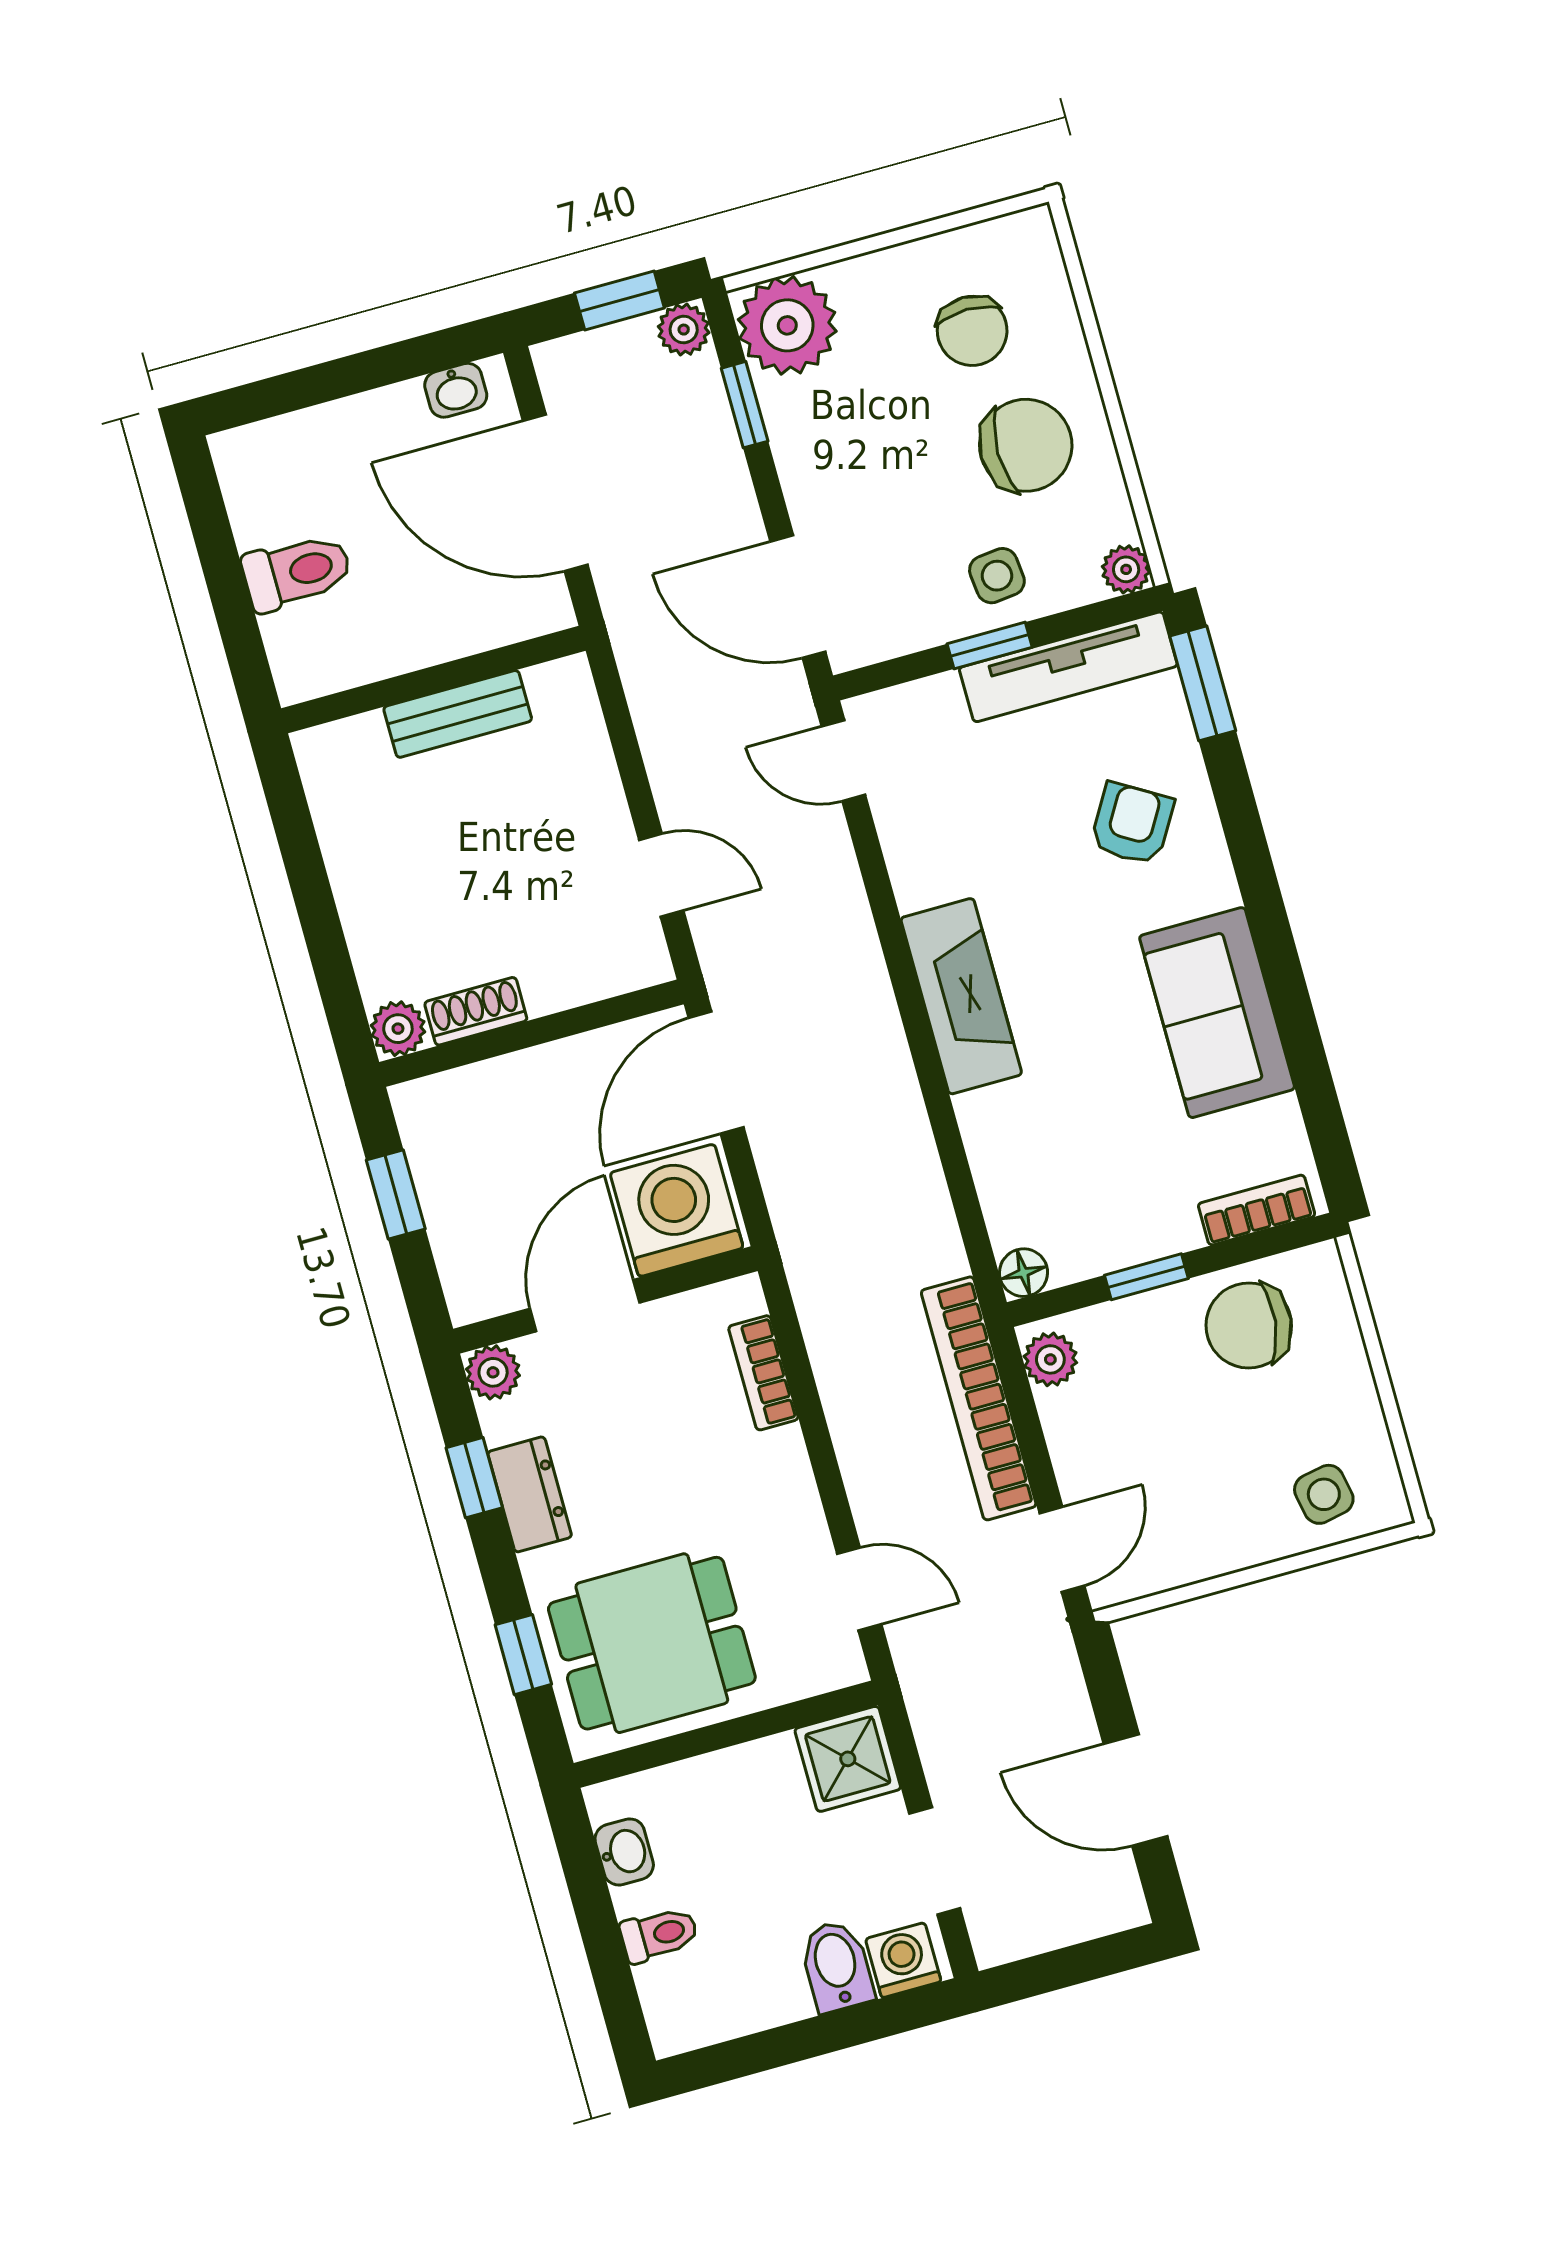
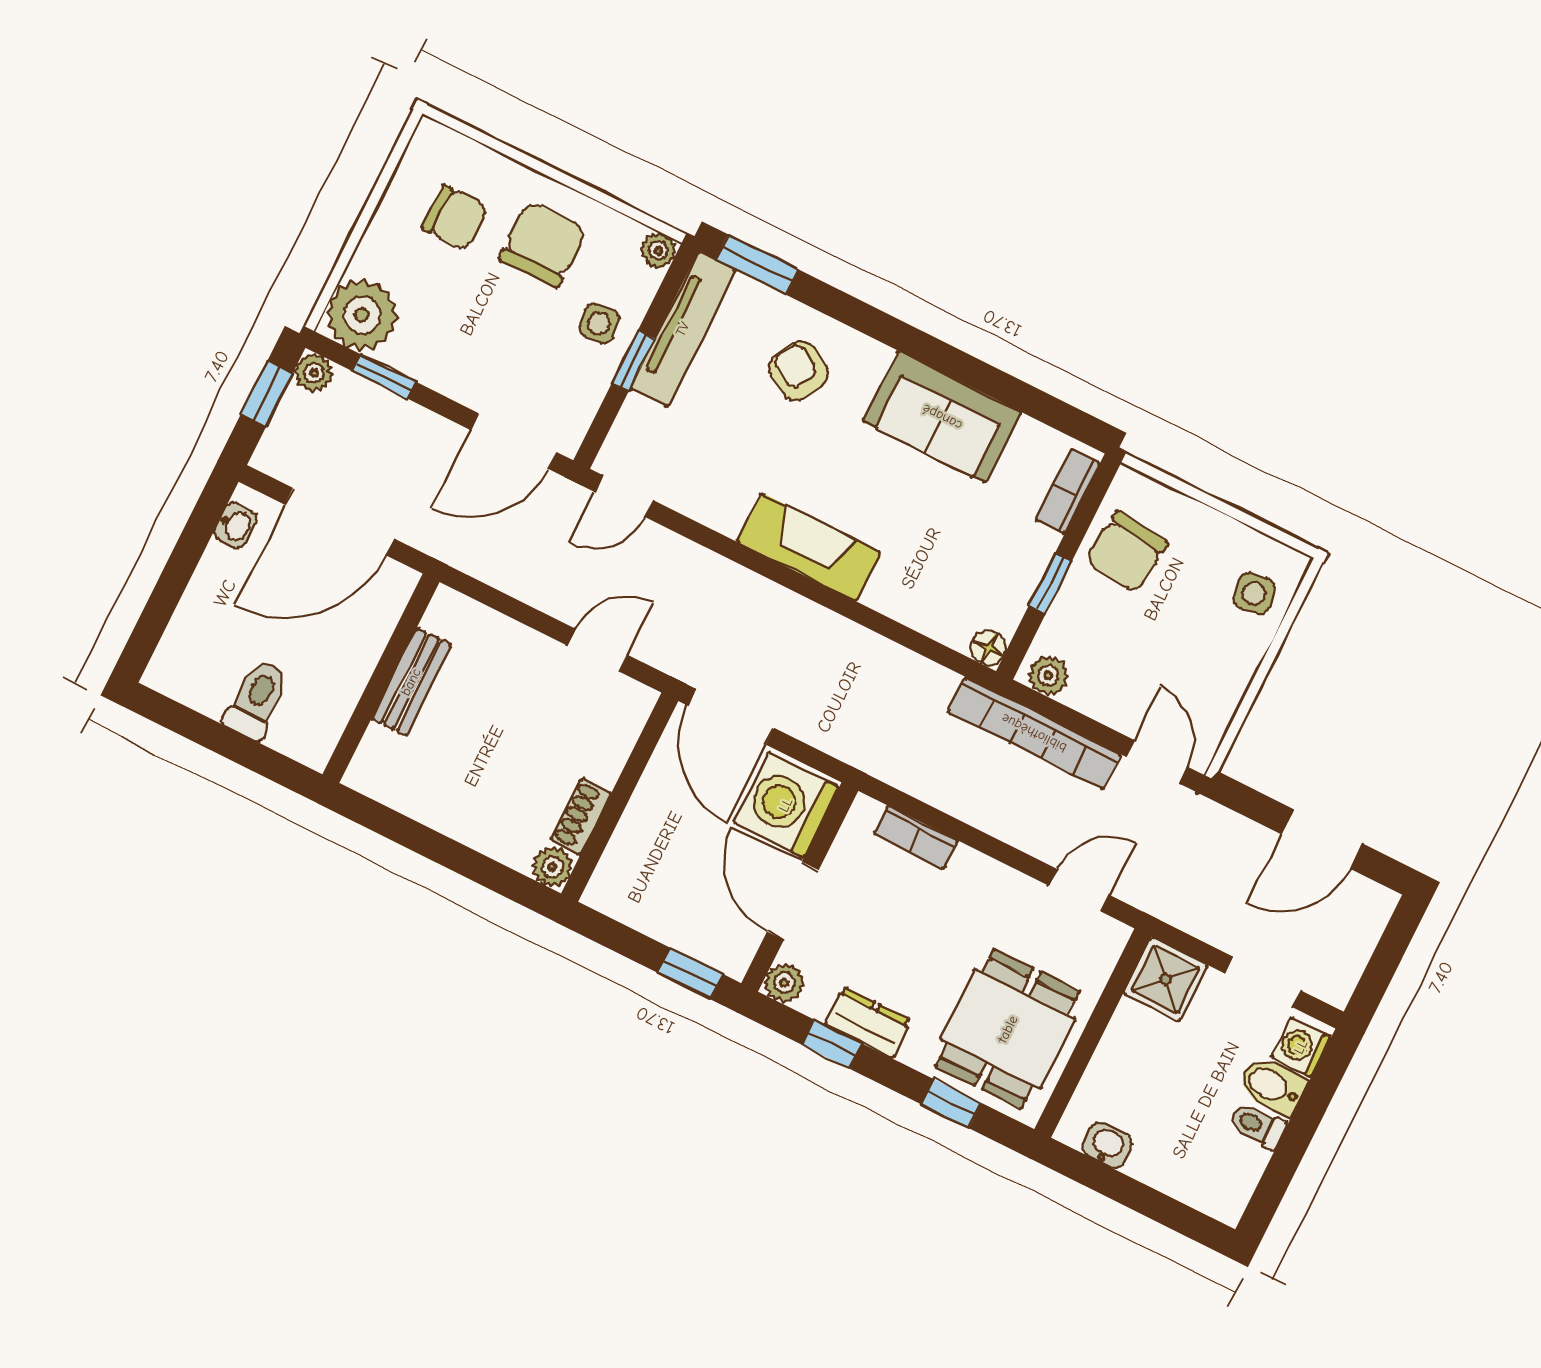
window: (396, 1194) -> (690, 973), moved
toilet: (659, 1935) -> (1257, 1125), moved, turned -90

